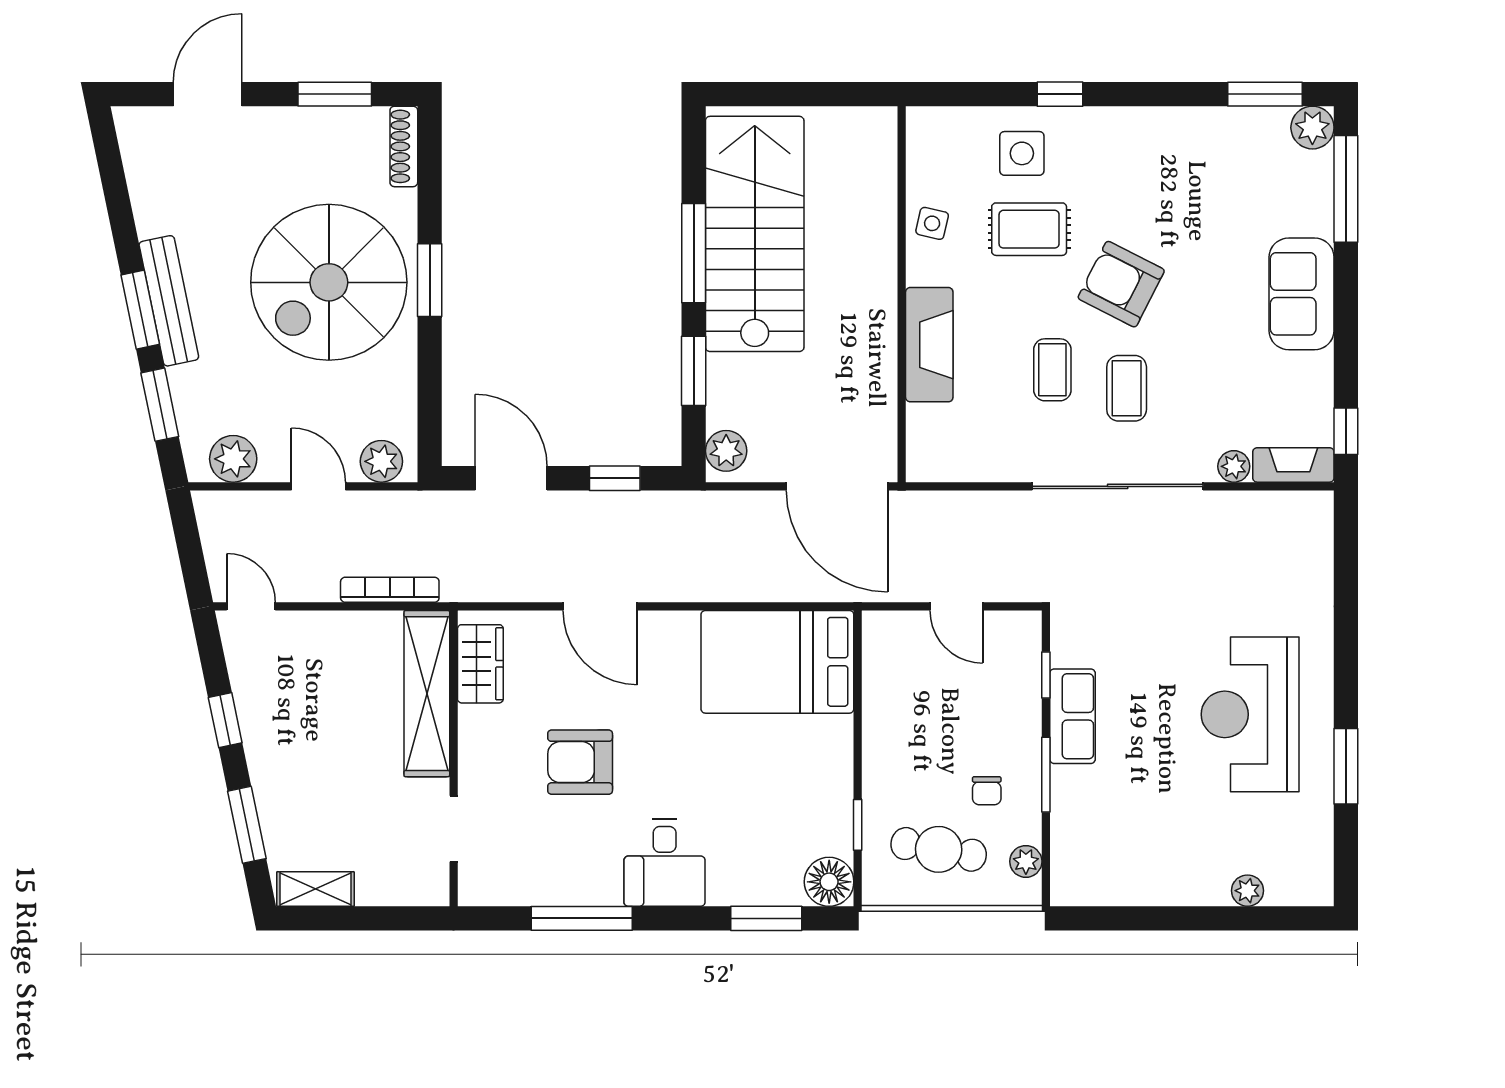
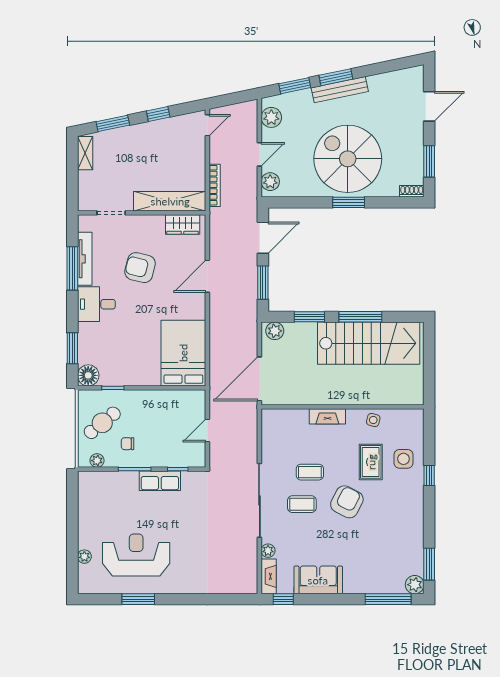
door: (208, 94) -> (429, 106), hinge flipped
shoe rack: (404, 146) -> (412, 191), width x0.70
sofa: (1302, 294) -> (318, 580), moved
fireplace: (929, 345) -> (327, 416), width x0.73, depth x0.76
window: (615, 478) -> (263, 283), width x1.50
reception desk: (1250, 714) -> (136, 555), moved
armchair: (580, 762) -> (140, 268), turned -76
cafe table: (939, 849) -> (102, 423), turned 41
tv unit: (560, 890) -> (85, 259), added

